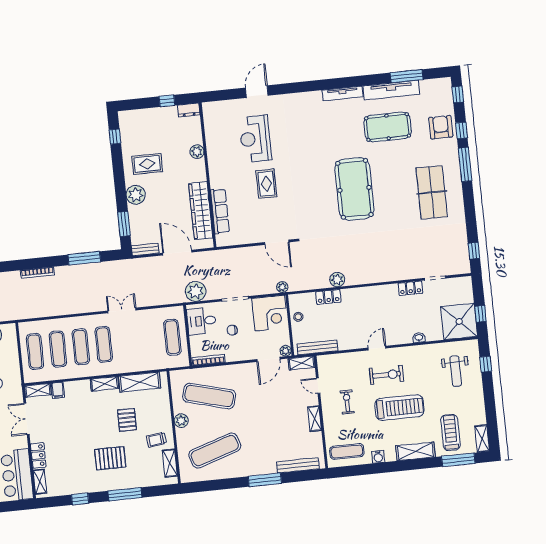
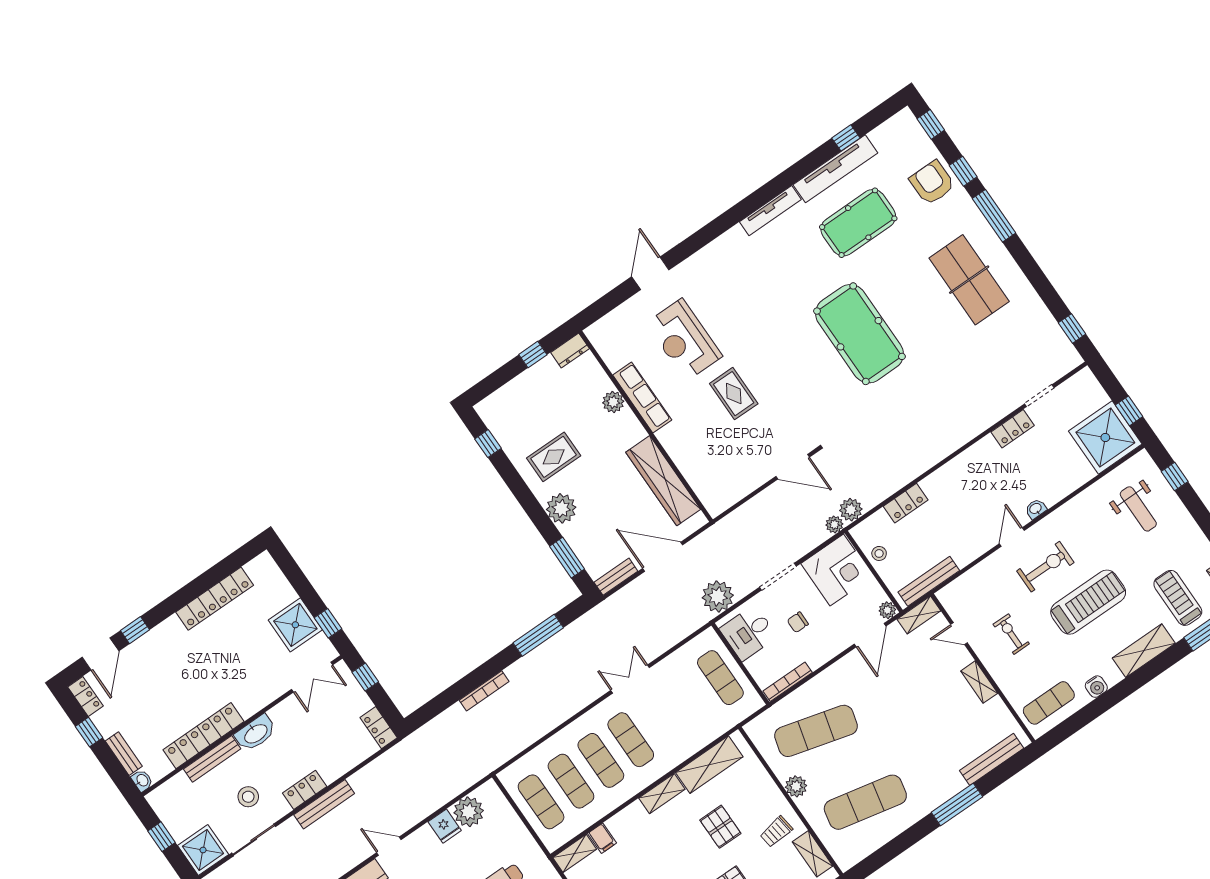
window: (407, 76) -> (846, 138), width x0.46
row of seats: (220, 211) -> (642, 397), moved
plant: (337, 280) -> (851, 510), moved
washbasin: (419, 338) -> (1036, 509), moved
exercise mat: (215, 451) -> (865, 802), turned 30

